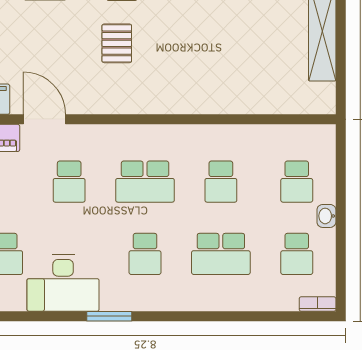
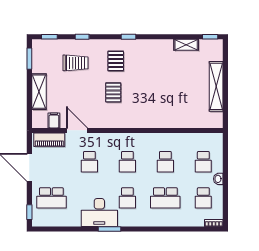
school desk: (145, 182) -> (127, 162), width x0.54
desk: (63, 283) -> (99, 212), moved

